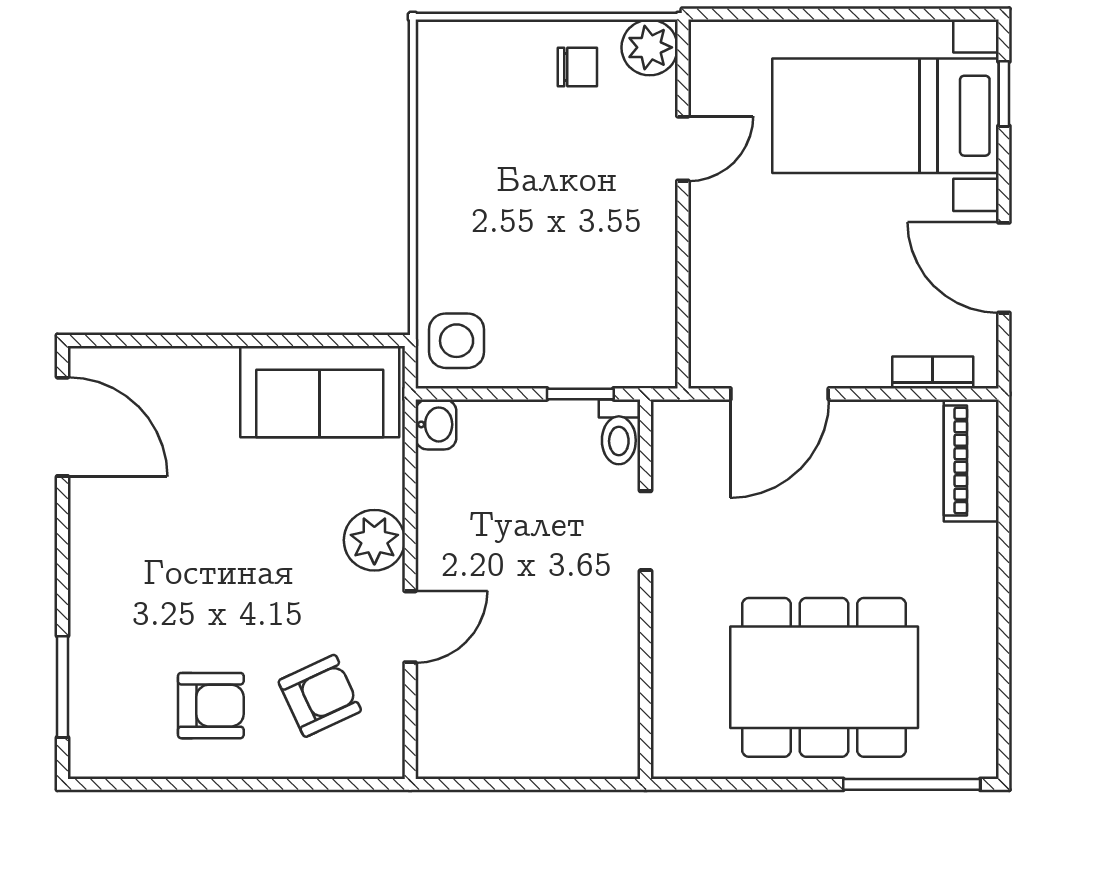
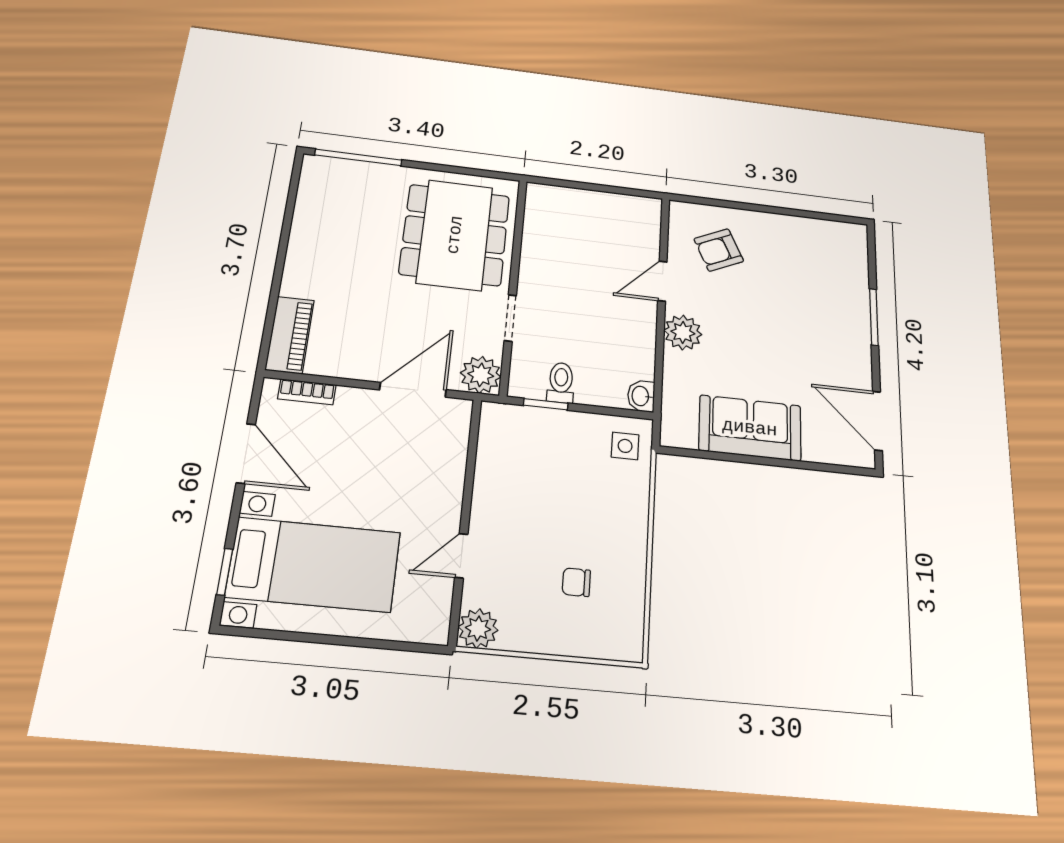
chair: (577, 67) -> (576, 582), moved
side table: (457, 341) -> (625, 446), width x0.73, depth x0.73
sofa: (320, 392) -> (750, 428), moved
plant: (682, 430) -> (481, 375), added
toilet: (619, 432) -> (561, 383), moved
dining table: (824, 677) -> (455, 235), moved, turned 90
window: (62, 687) -> (874, 317), moved
armchair: (211, 706) -> (784, 253), removed

